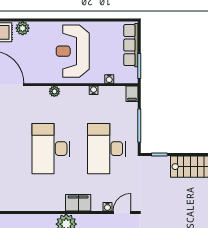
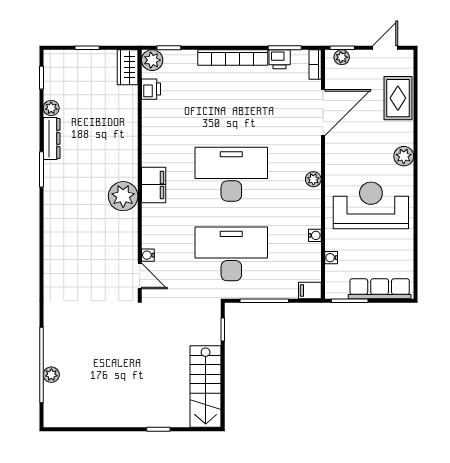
plant: (23, 28) -> (404, 156), moved
filing cabinet: (78, 203) -> (154, 185), moved

